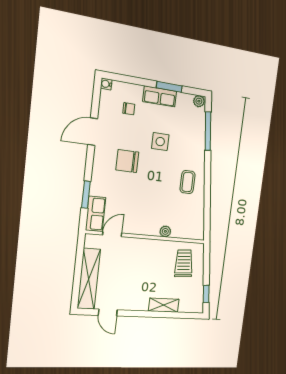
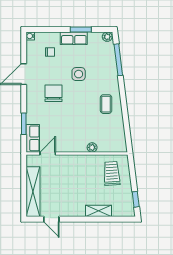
chair: (127, 161) -> (54, 93), turned 90

